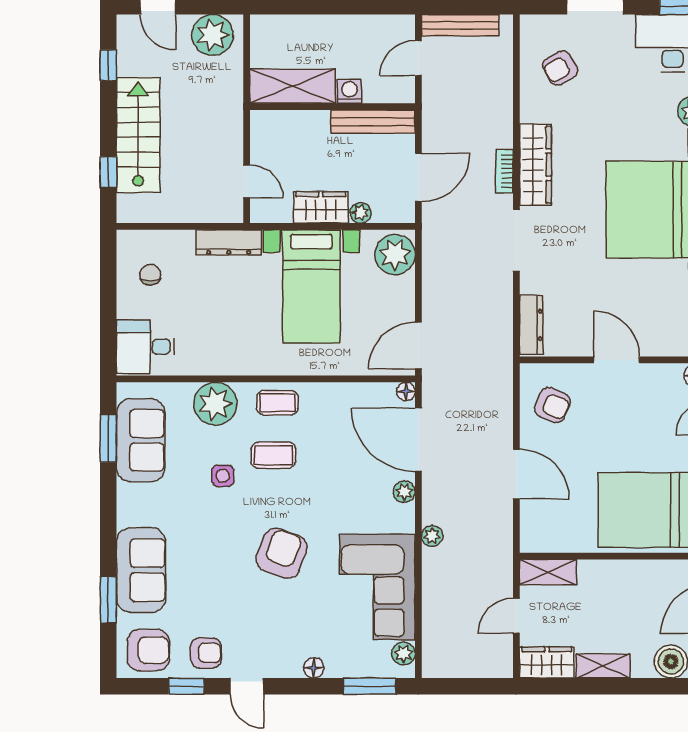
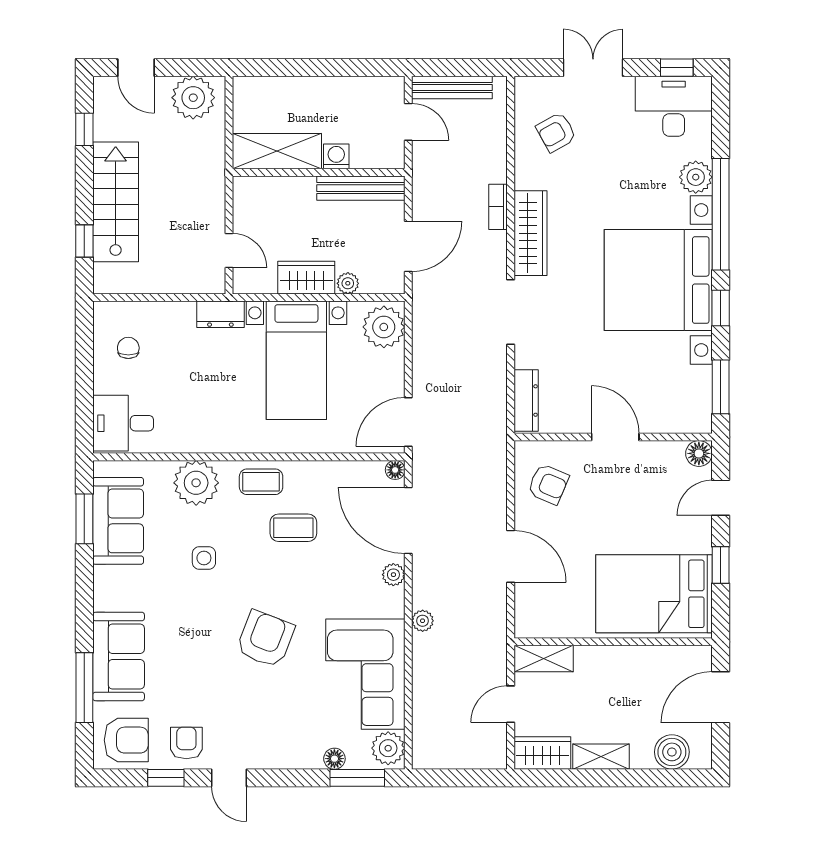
door: (418, 58) -> (408, 122), swing flipped
bookcase: (504, 171) -> (498, 207), moved
dresser: (229, 242) -> (220, 314), width x0.70
coffee table: (273, 455) -> (293, 528), moved
window: (108, 600) -> (84, 688), width x1.44
armchair: (206, 653) -> (186, 743), turned -90
plant: (404, 654) -> (388, 748), width x1.38, depth x1.38
floor lamp: (314, 668) -> (334, 759), moved

